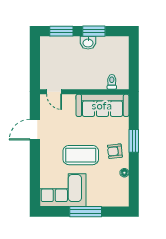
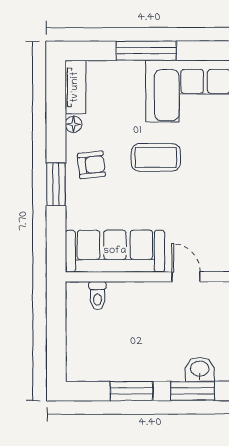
washbasin: (88, 43) -> (200, 369), moved
door: (54, 92) -> (186, 277), moved
coffee table: (81, 155) -> (156, 157), width x0.73, depth x0.76
tv unit: (123, 192) -> (75, 87), added

